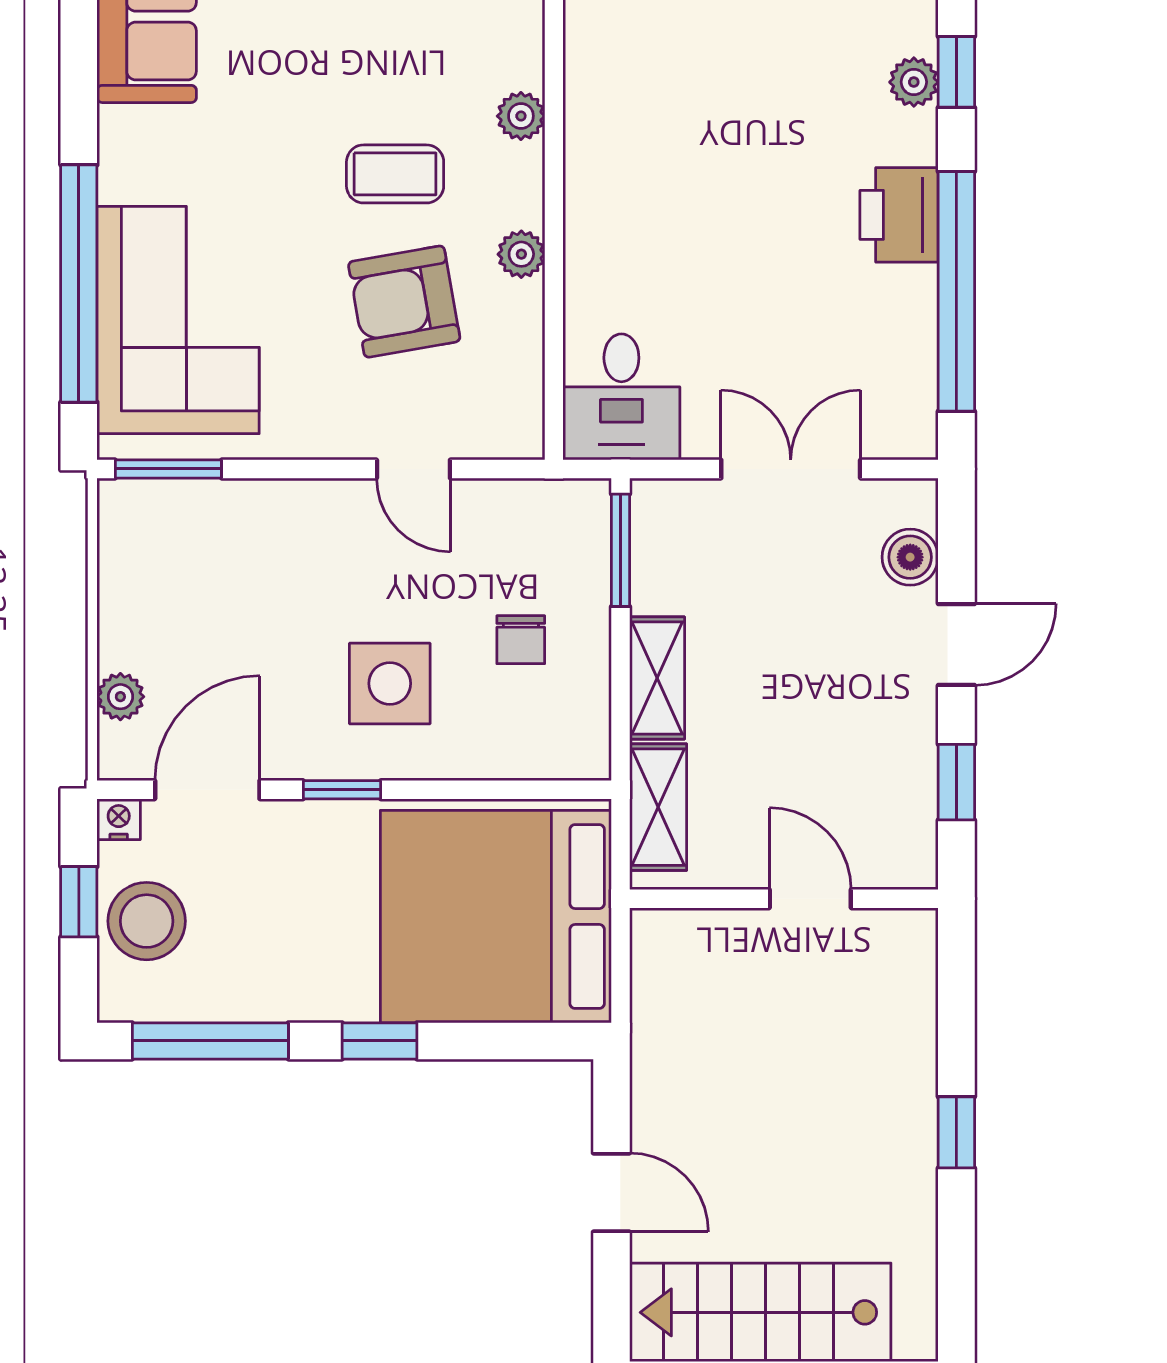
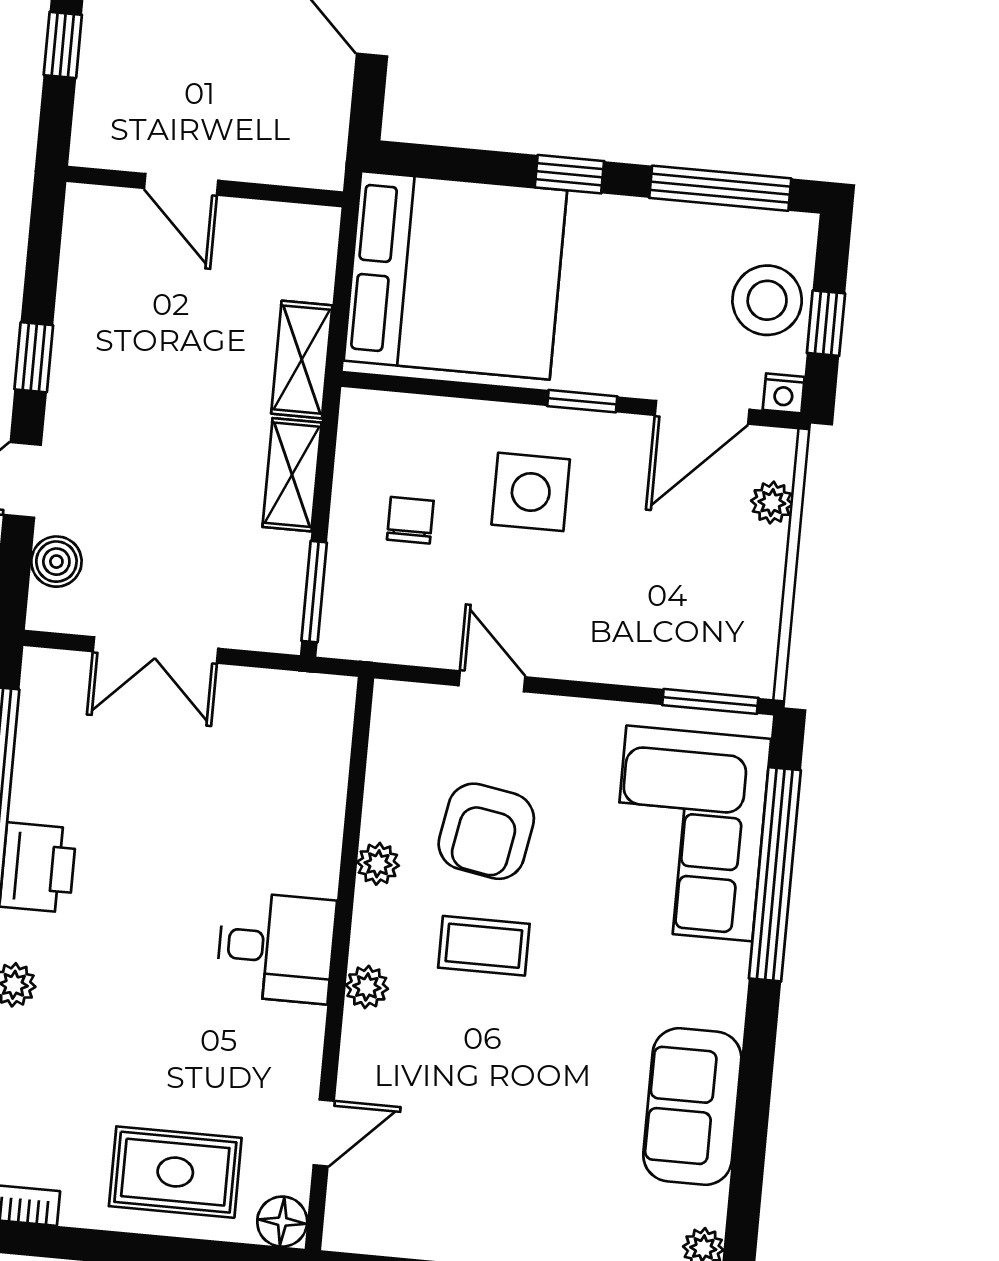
armchair: (404, 302) -> (486, 831), turned 110
desk: (621, 397) -> (276, 947), moved, turned 90
wall: (784, 899) -> (205, 187), moved
door: (810, 899) -> (181, 184), moved

